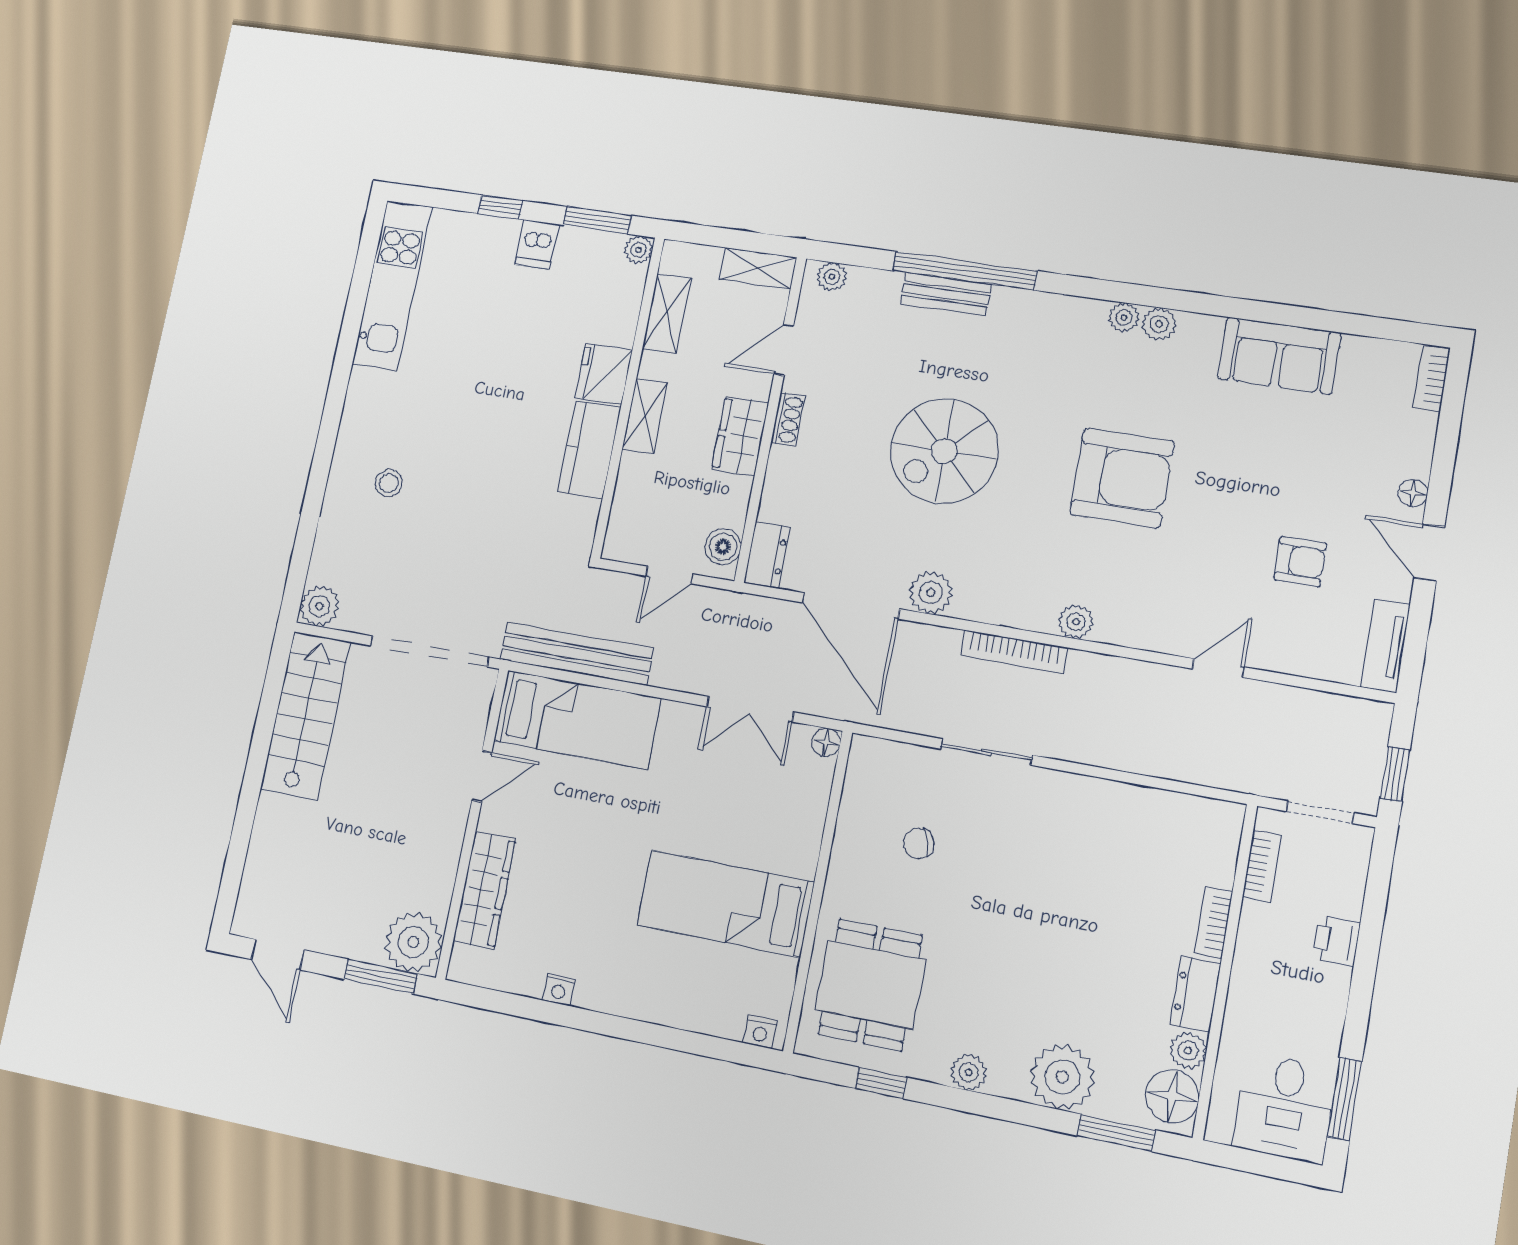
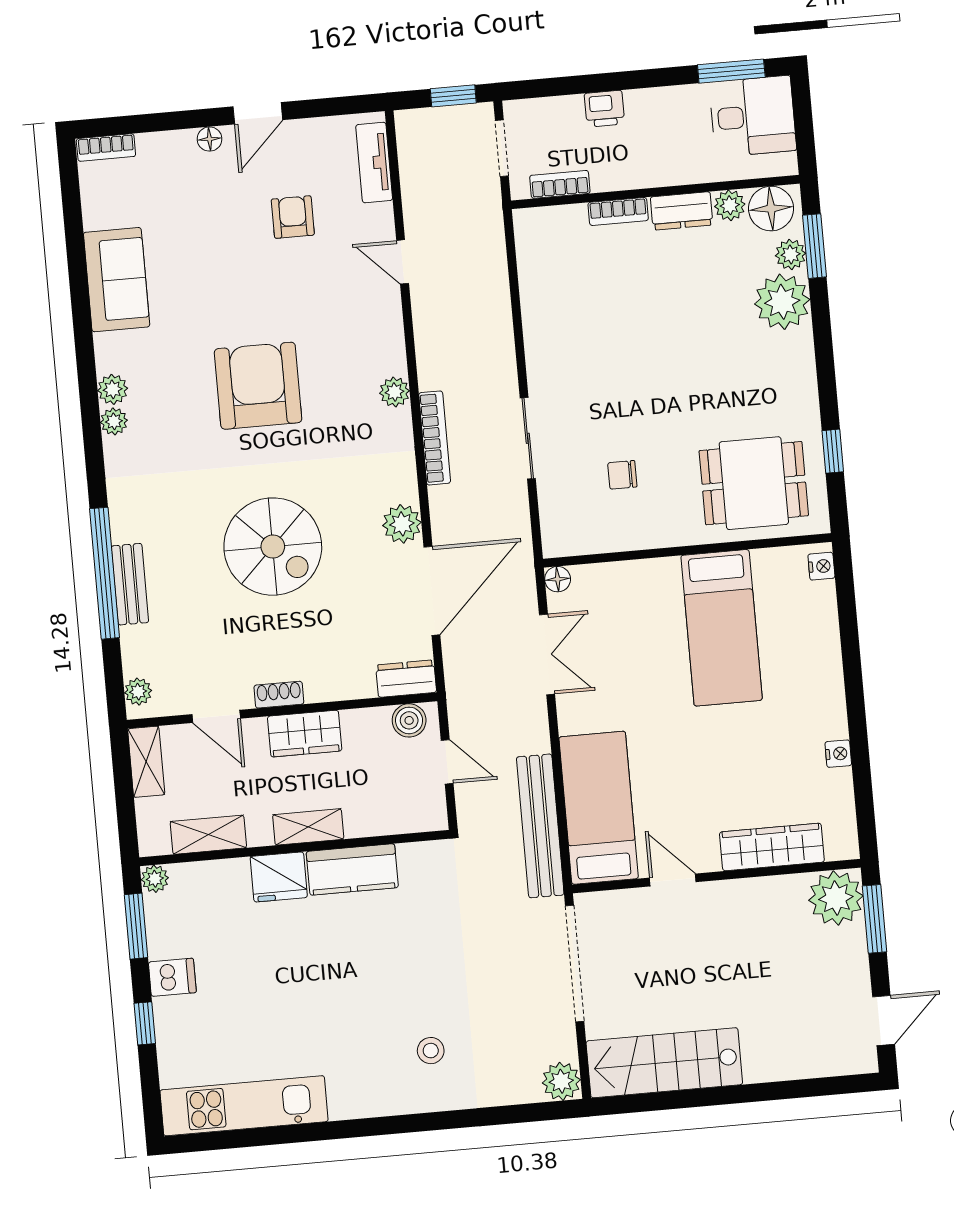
tv unit: (1386, 646) -> (374, 163), moved, turned 90
chair: (919, 843) -> (622, 475), turned 107
plant: (969, 1072) -> (791, 254), moved

